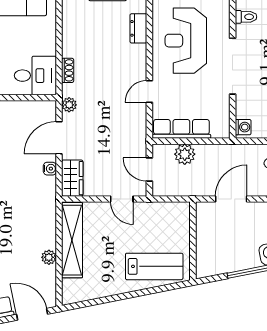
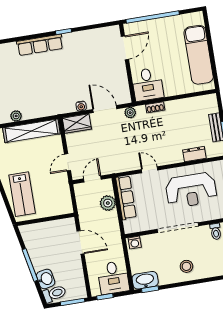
reception desk: (186, 41) -> (191, 190), turned 180

